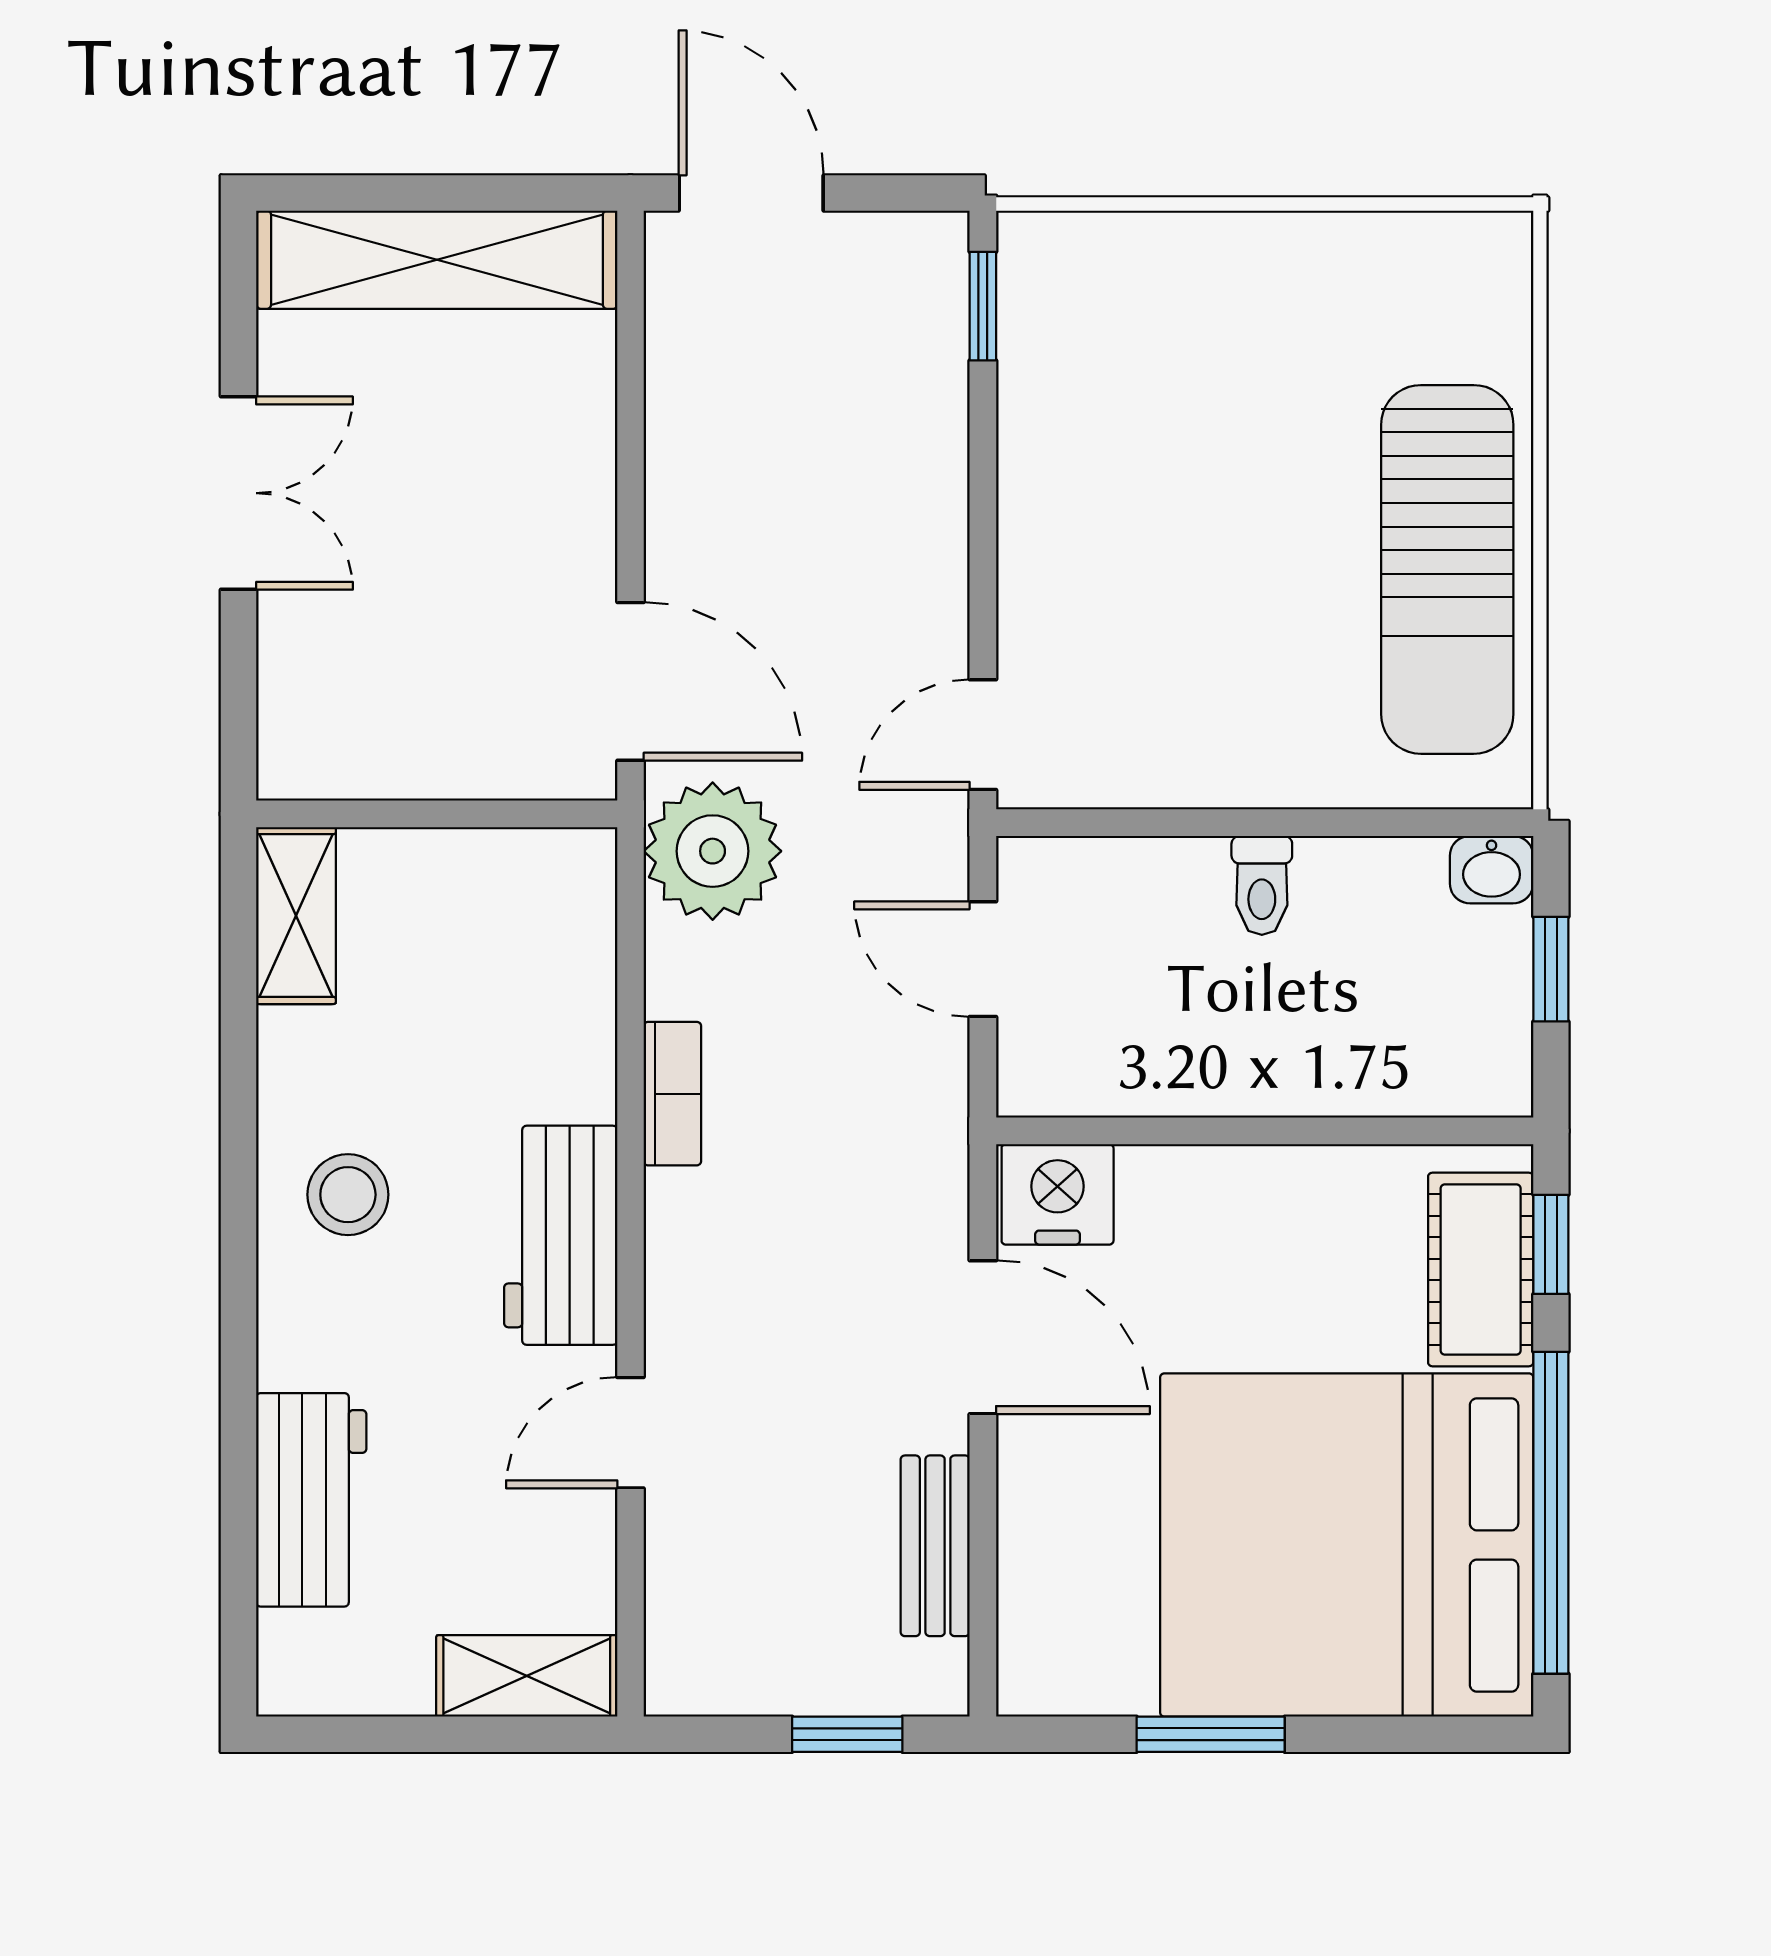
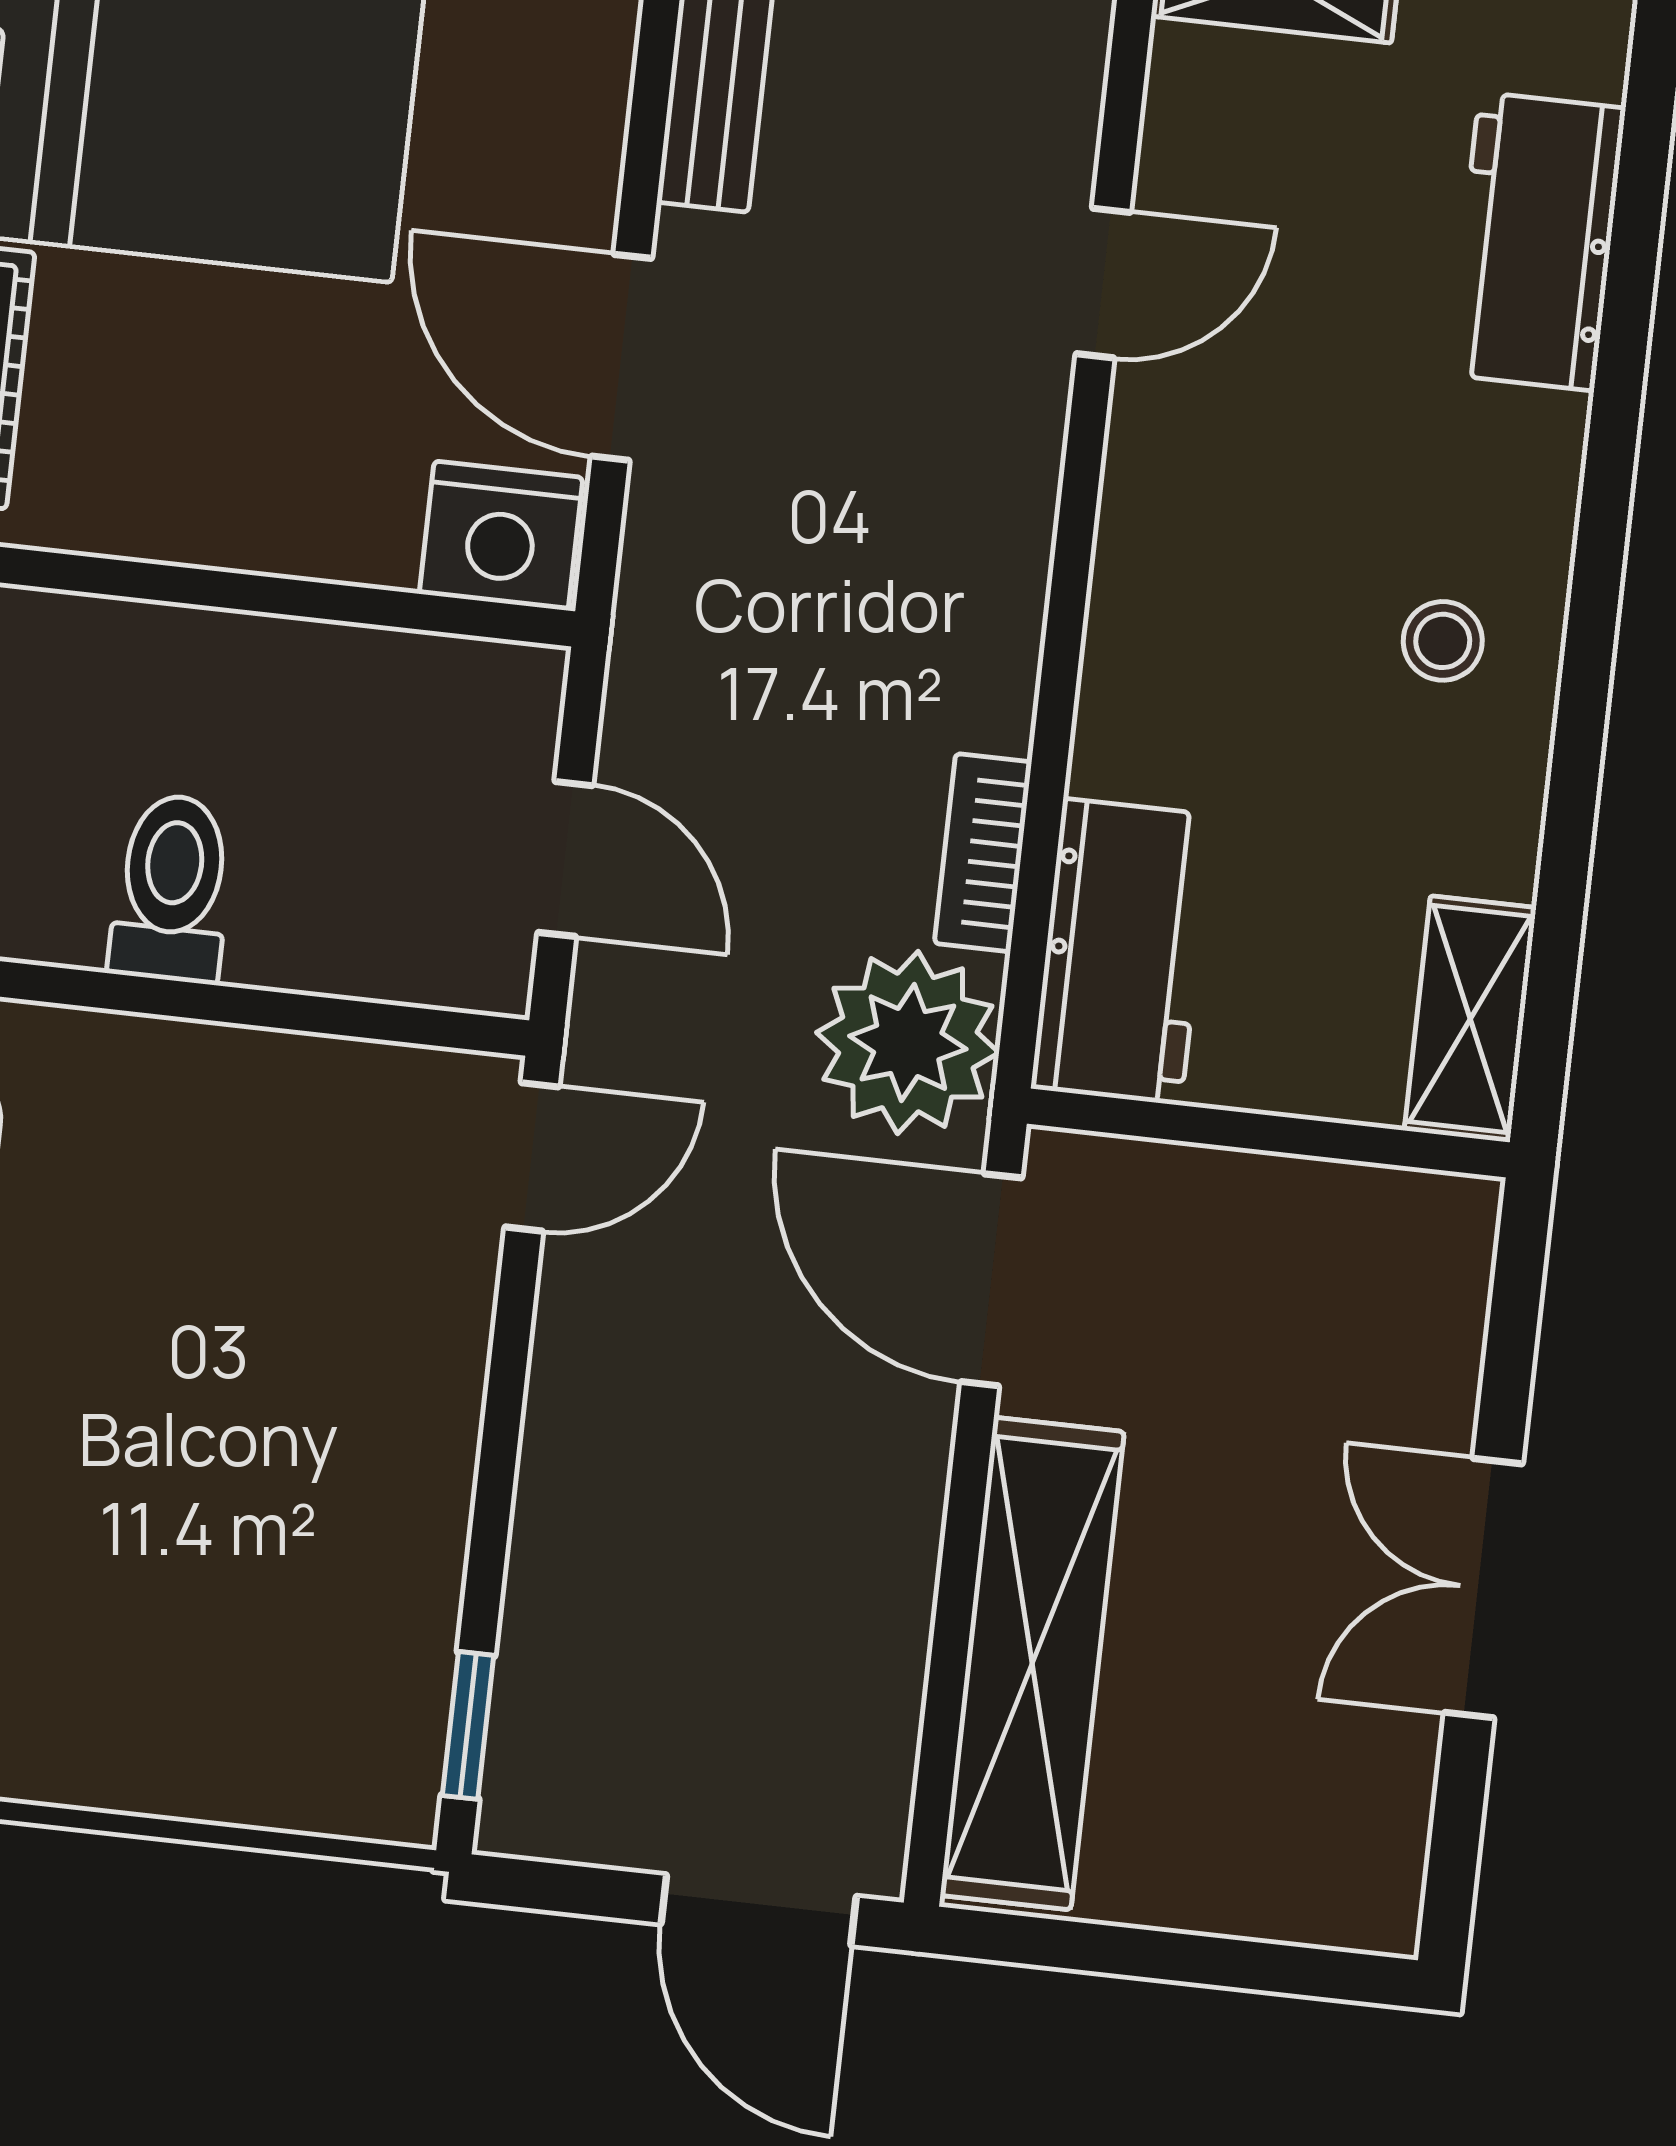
shelving: (437, 260) -> (1032, 1664), moved, turned 90
toilet: (1262, 885) -> (172, 888), width x1.37, depth x1.39
bookcase: (672, 1094) -> (983, 853), moved
stool: (348, 1195) -> (1443, 641), width x0.73, depth x0.73
workbench: (561, 1235) -> (1122, 952), moved

